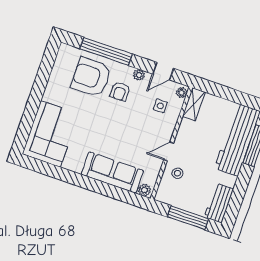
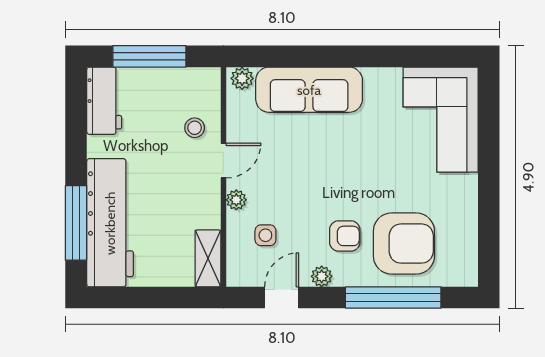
armchair: (120, 91) -> (345, 236), turned 90
plant: (182, 93) -> (236, 200), moved

